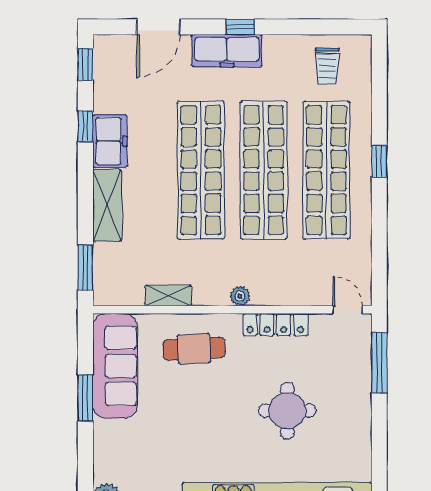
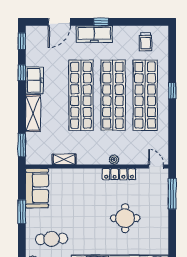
plant: (240, 296) -> (114, 160), moved
cafe table: (194, 349) -> (52, 239), moved
sofa: (115, 366) -> (37, 188), width x0.73

